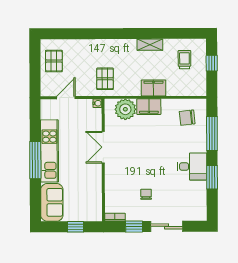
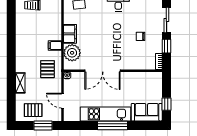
shelving: (150, 45) -> (20, 83), moved
window: (35, 73) -> (43, 125), added
pallet: (105, 79) -> (48, 69), turned 90
filing cabinet: (154, 88) -> (55, 46), moved, width x0.50
double door: (103, 147) -> (103, 71), width x1.37
window: (76, 227) -> (166, 104), moved

